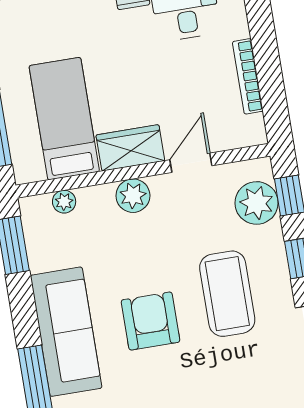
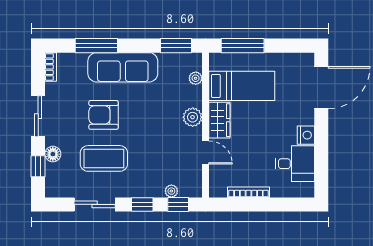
plant: (257, 203) -> (171, 191), width x0.53, depth x0.53
coffee table: (227, 294) -> (104, 158), moved
armchair: (150, 321) -> (104, 115), moved, turned 180

